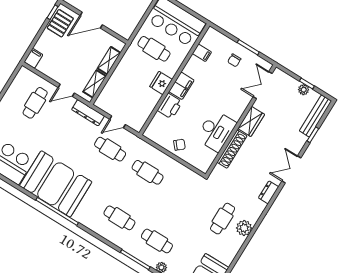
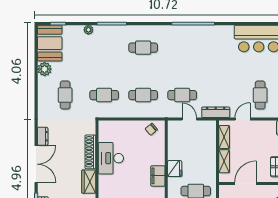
door: (91, 20) -> (246, 184), moved
printer: (170, 106) -> (157, 155), removed
door: (117, 122) -> (189, 119), hinge flipped
chair: (180, 145) -> (151, 129), moved
double door: (291, 169) -> (36, 164), width x1.37
booth: (56, 184) -> (207, 44), removed
plant: (244, 228) -> (45, 69), moved
cafe table: (157, 241) -> (104, 95), moved

